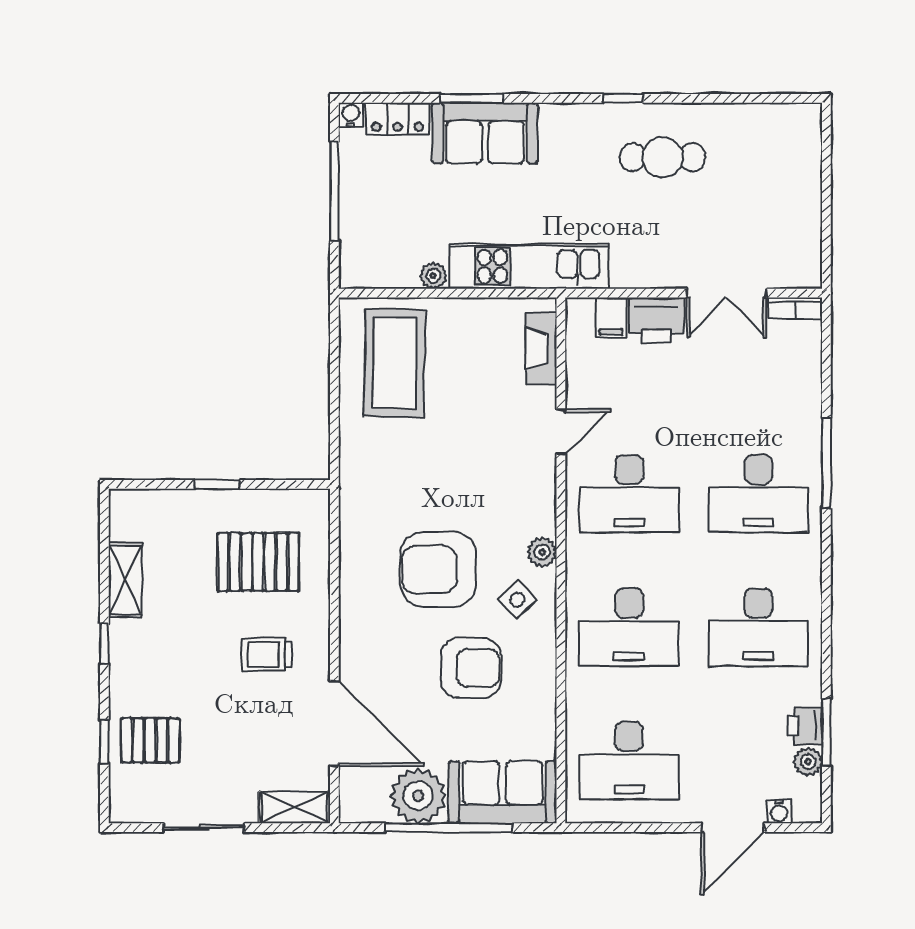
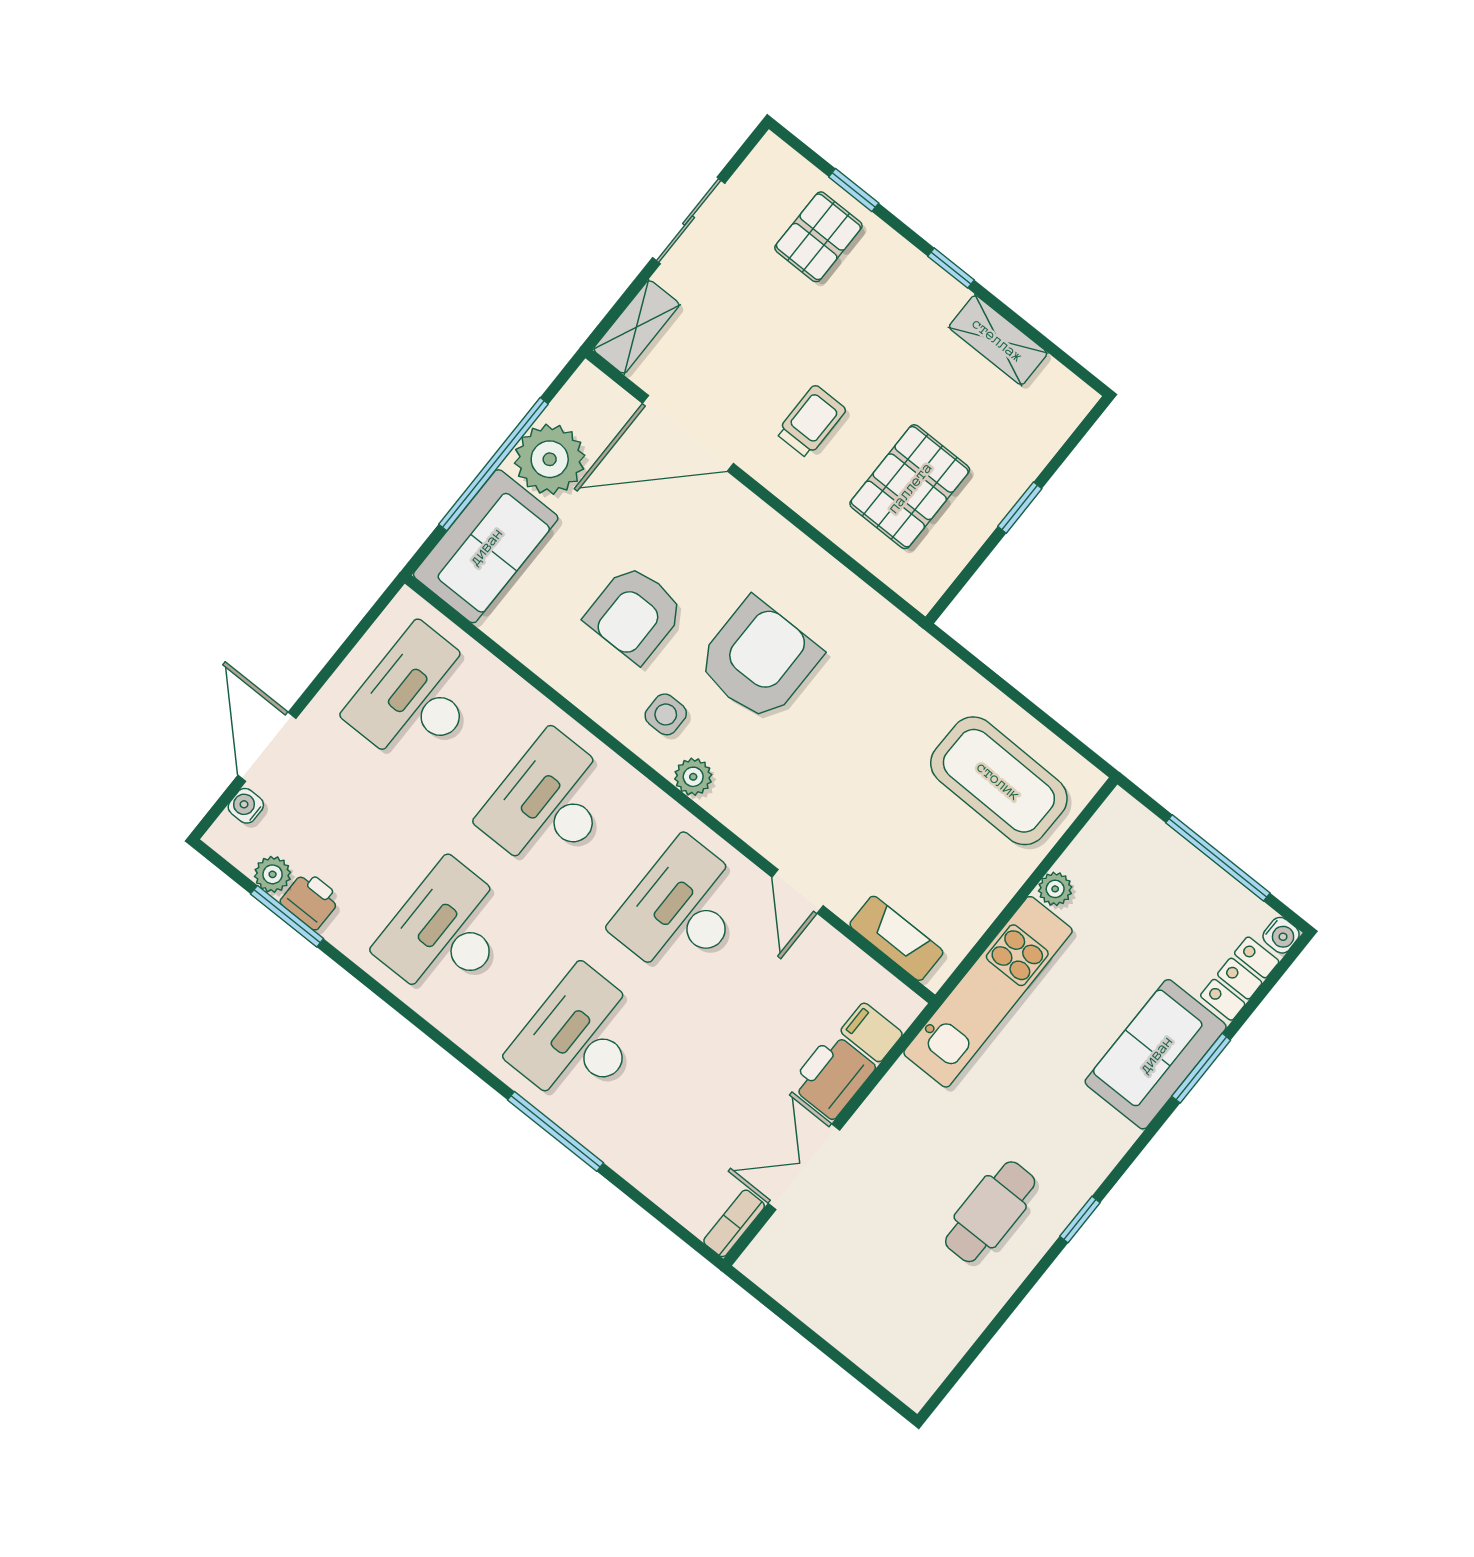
side table: (517, 600) -> (666, 714), turned 45

